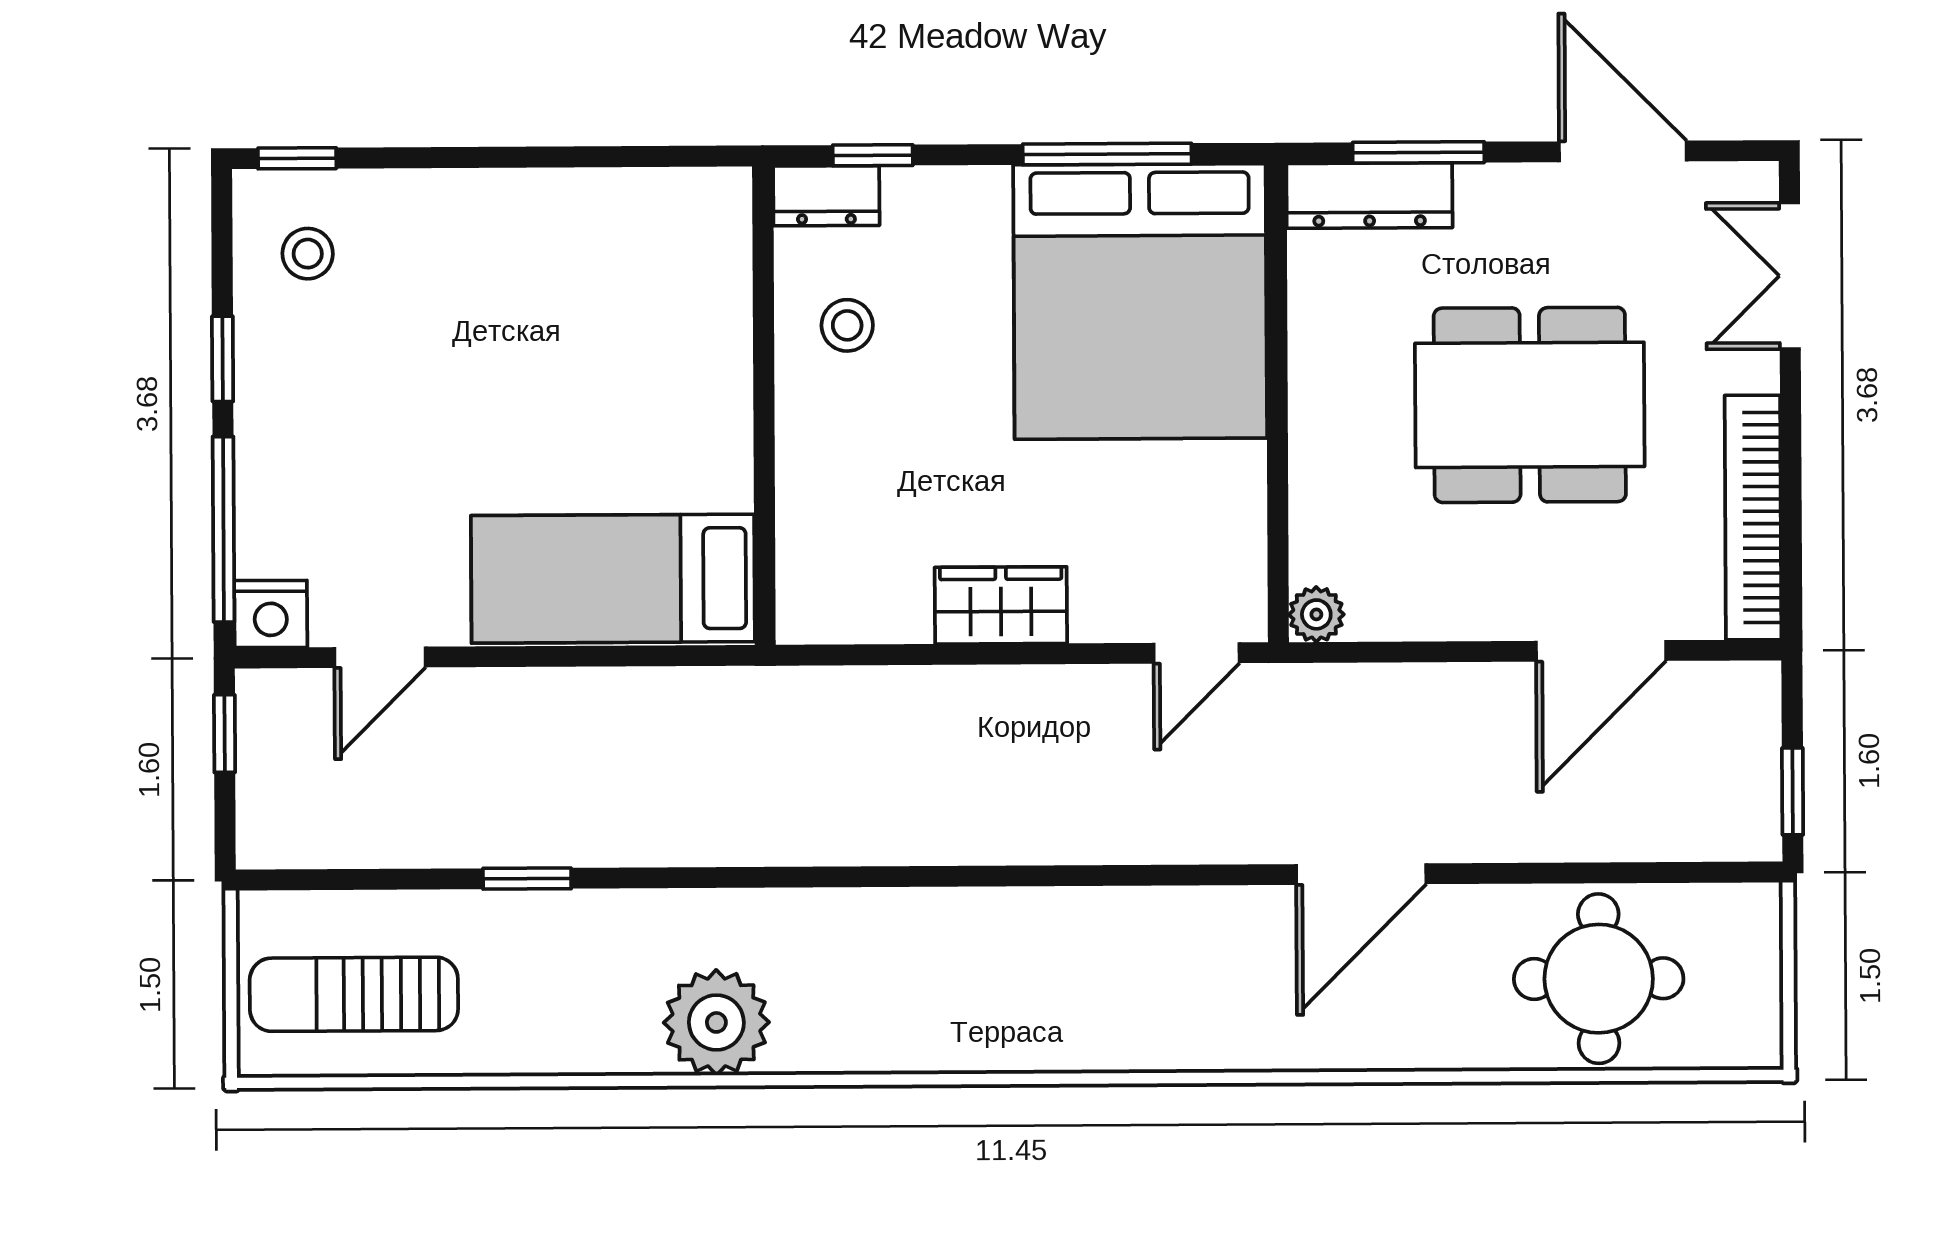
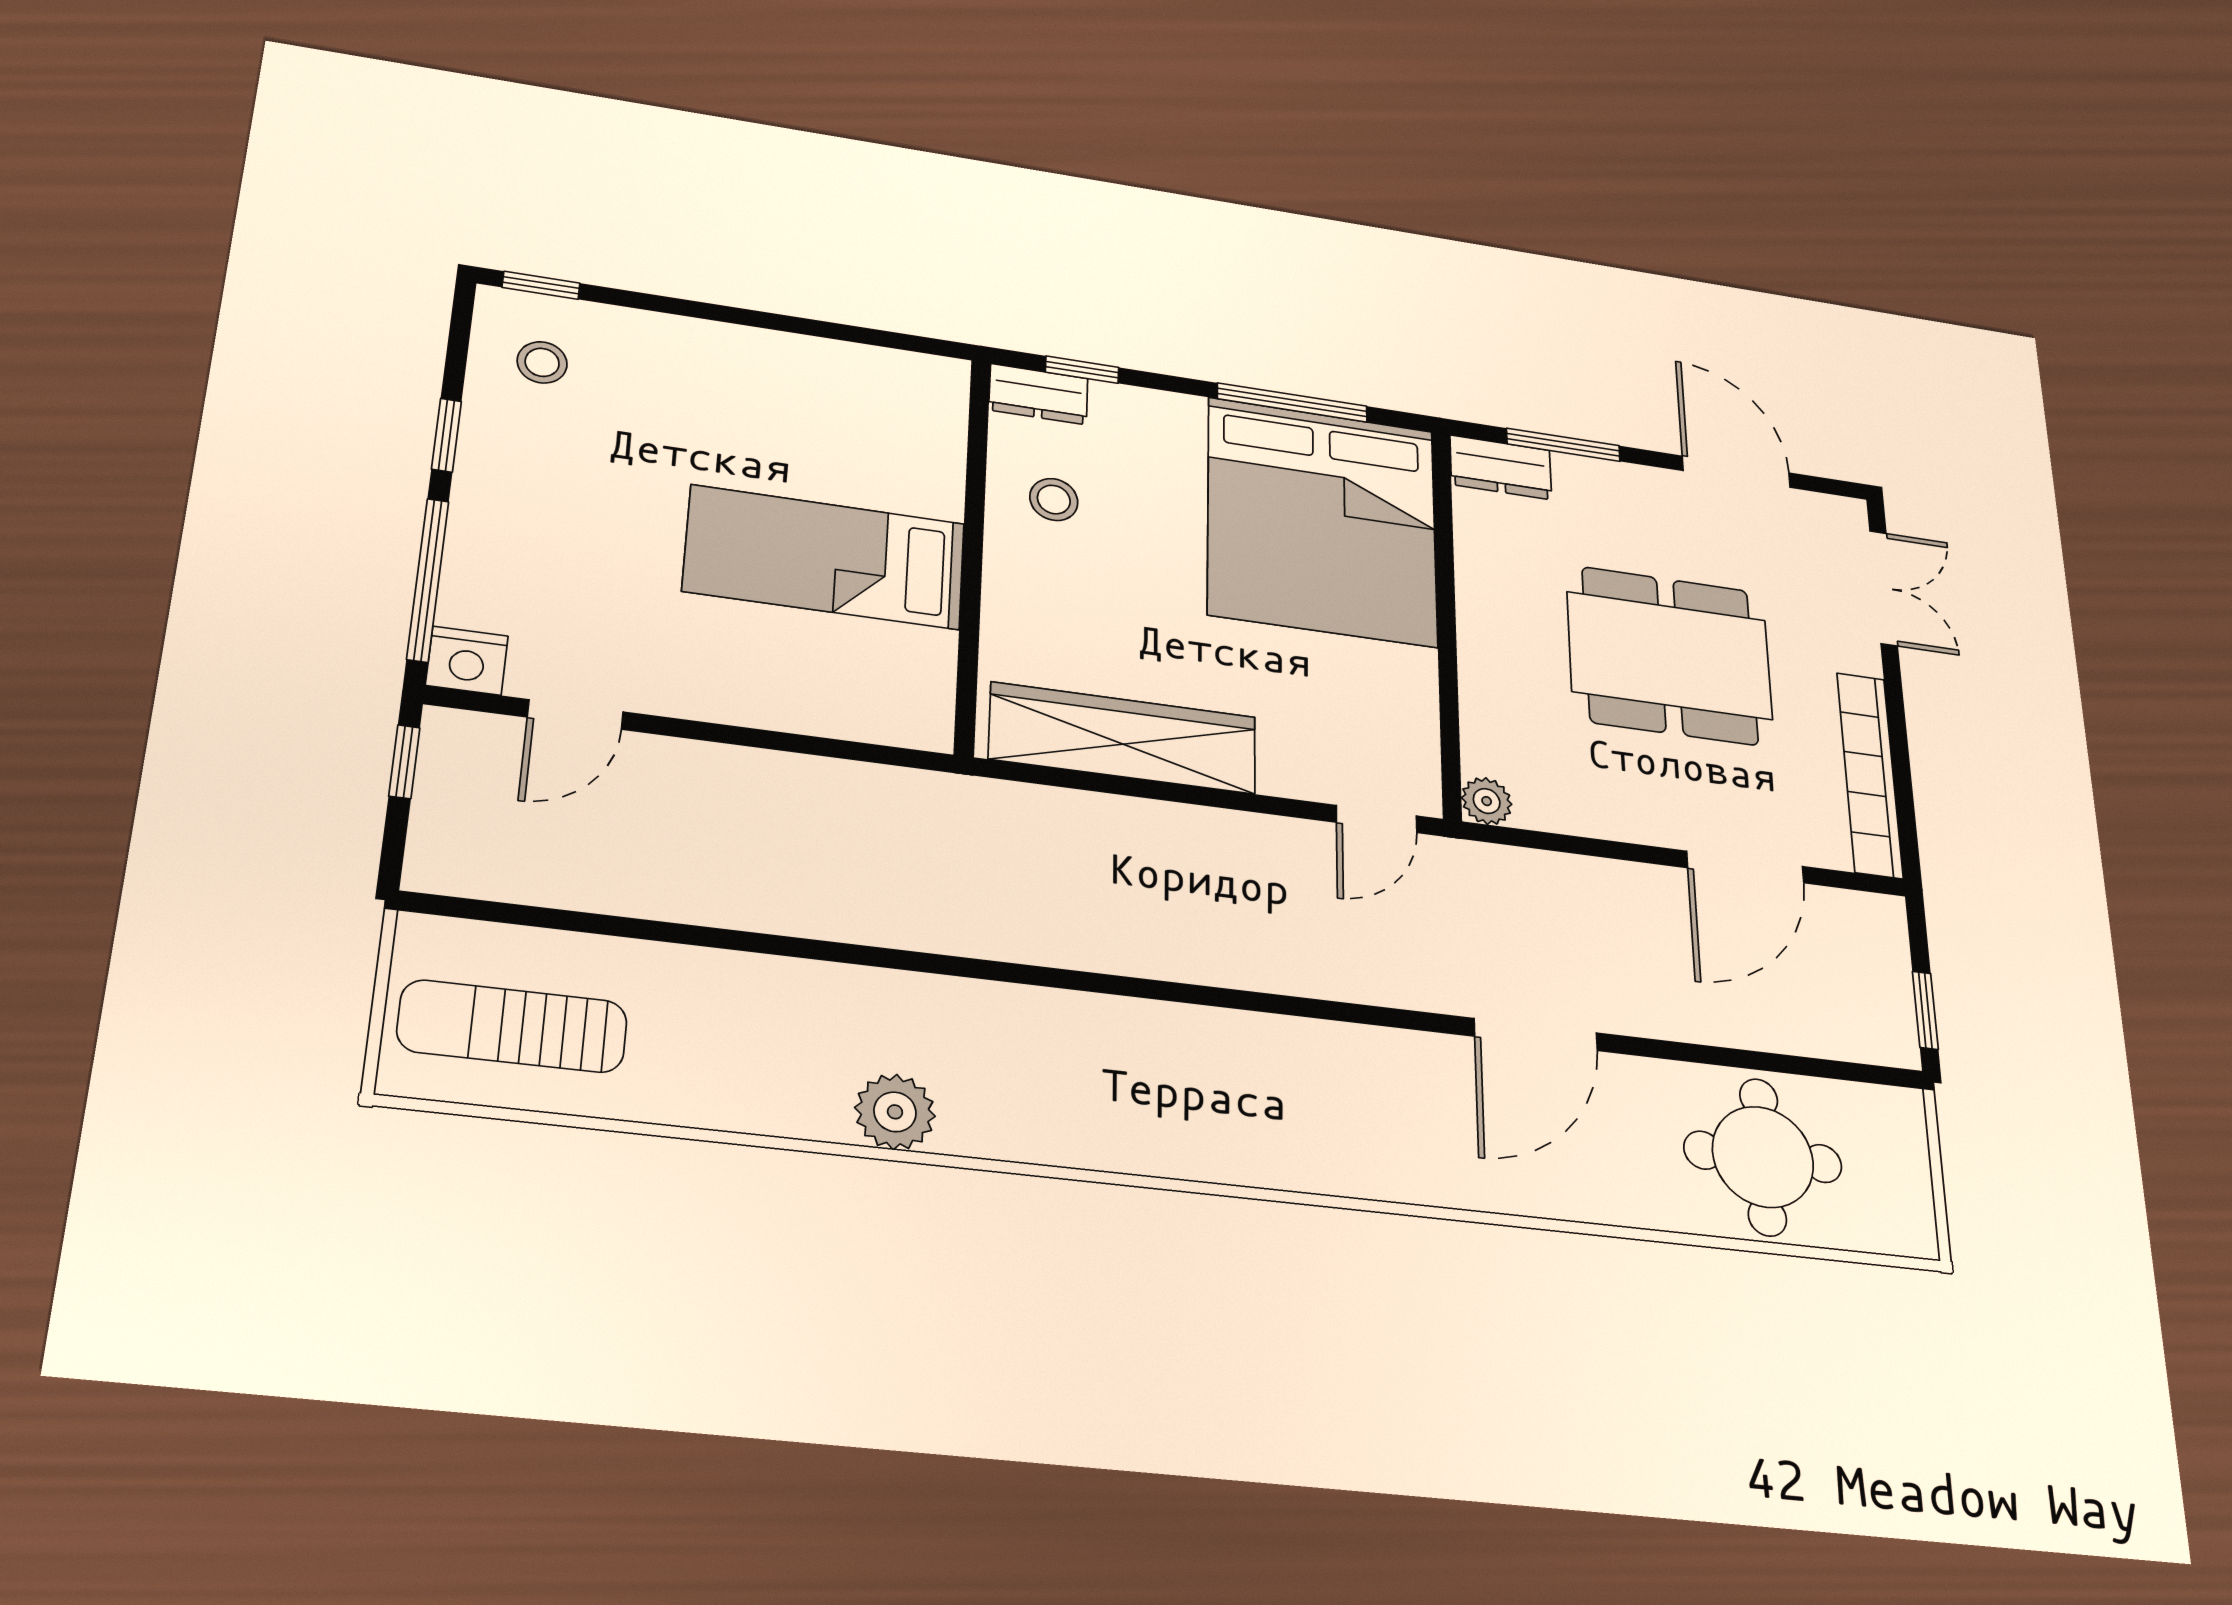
dresser: (1369, 196) -> (1501, 467), width x0.70
double door: (1790, 276) -> (1884, 588), swing flipped
bed: (613, 579) -> (825, 557), moved
wardrobe: (1001, 605) -> (1123, 738), width x2.10, depth x1.17
window: (527, 879) -> (708, 937), removed
plant: (716, 1022) -> (895, 1112), width x0.73, depth x0.73

